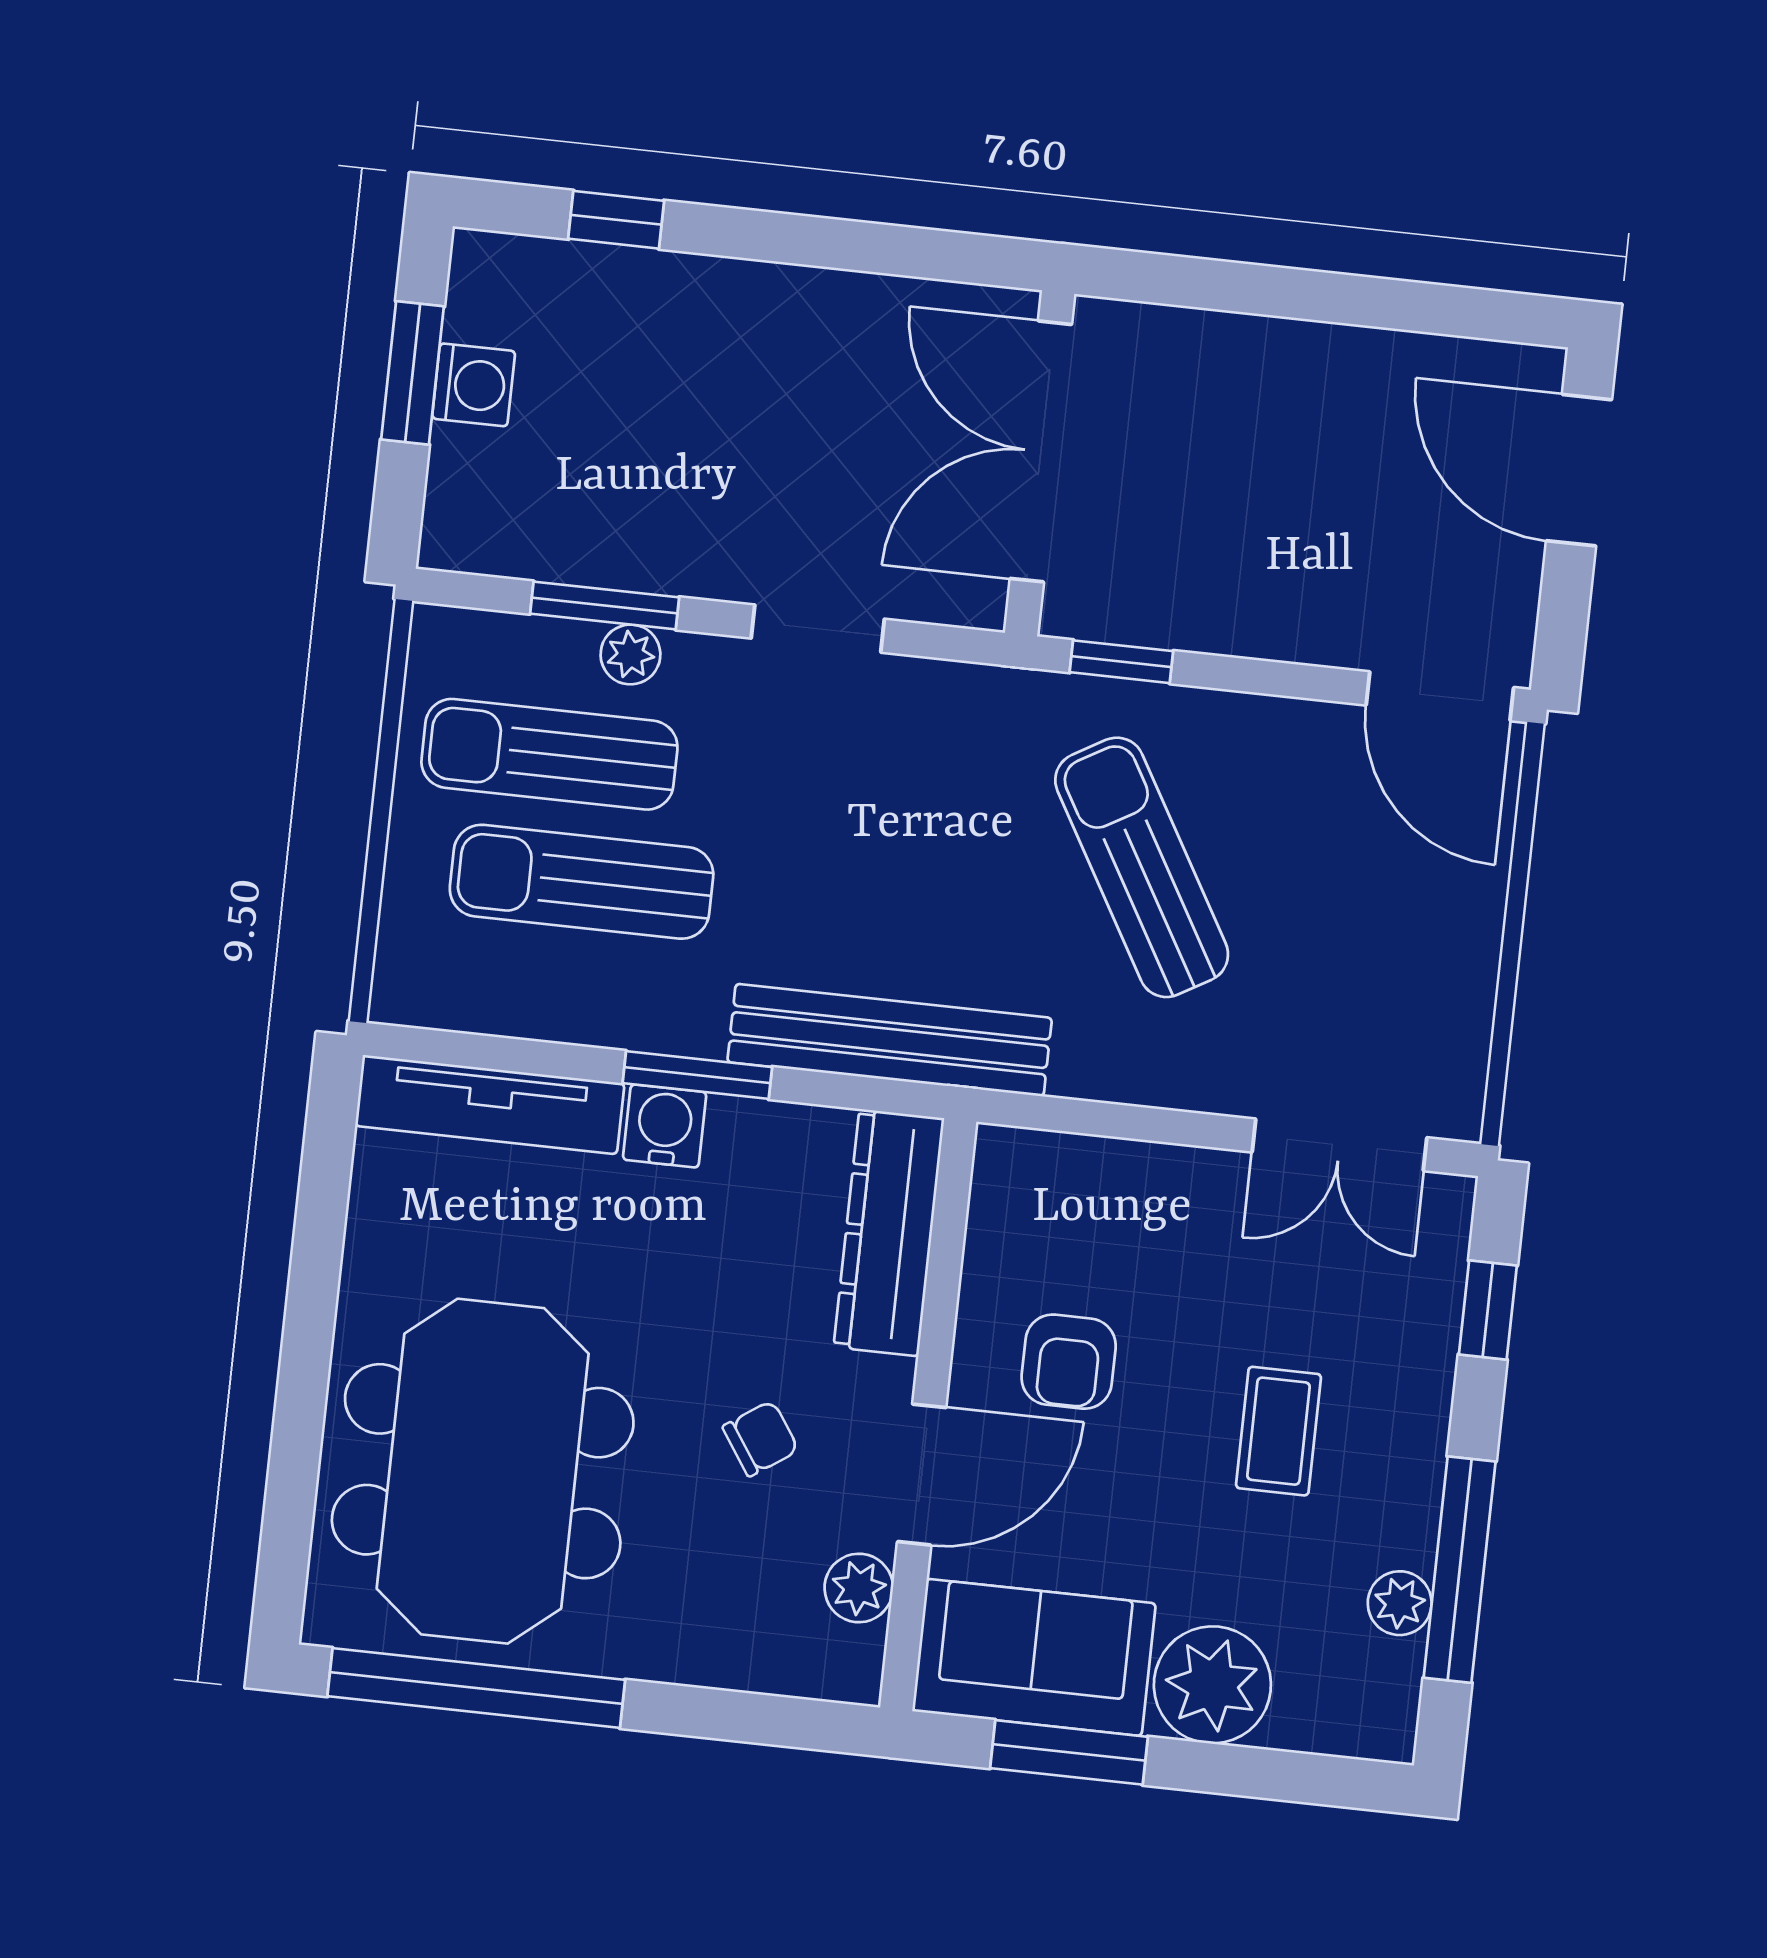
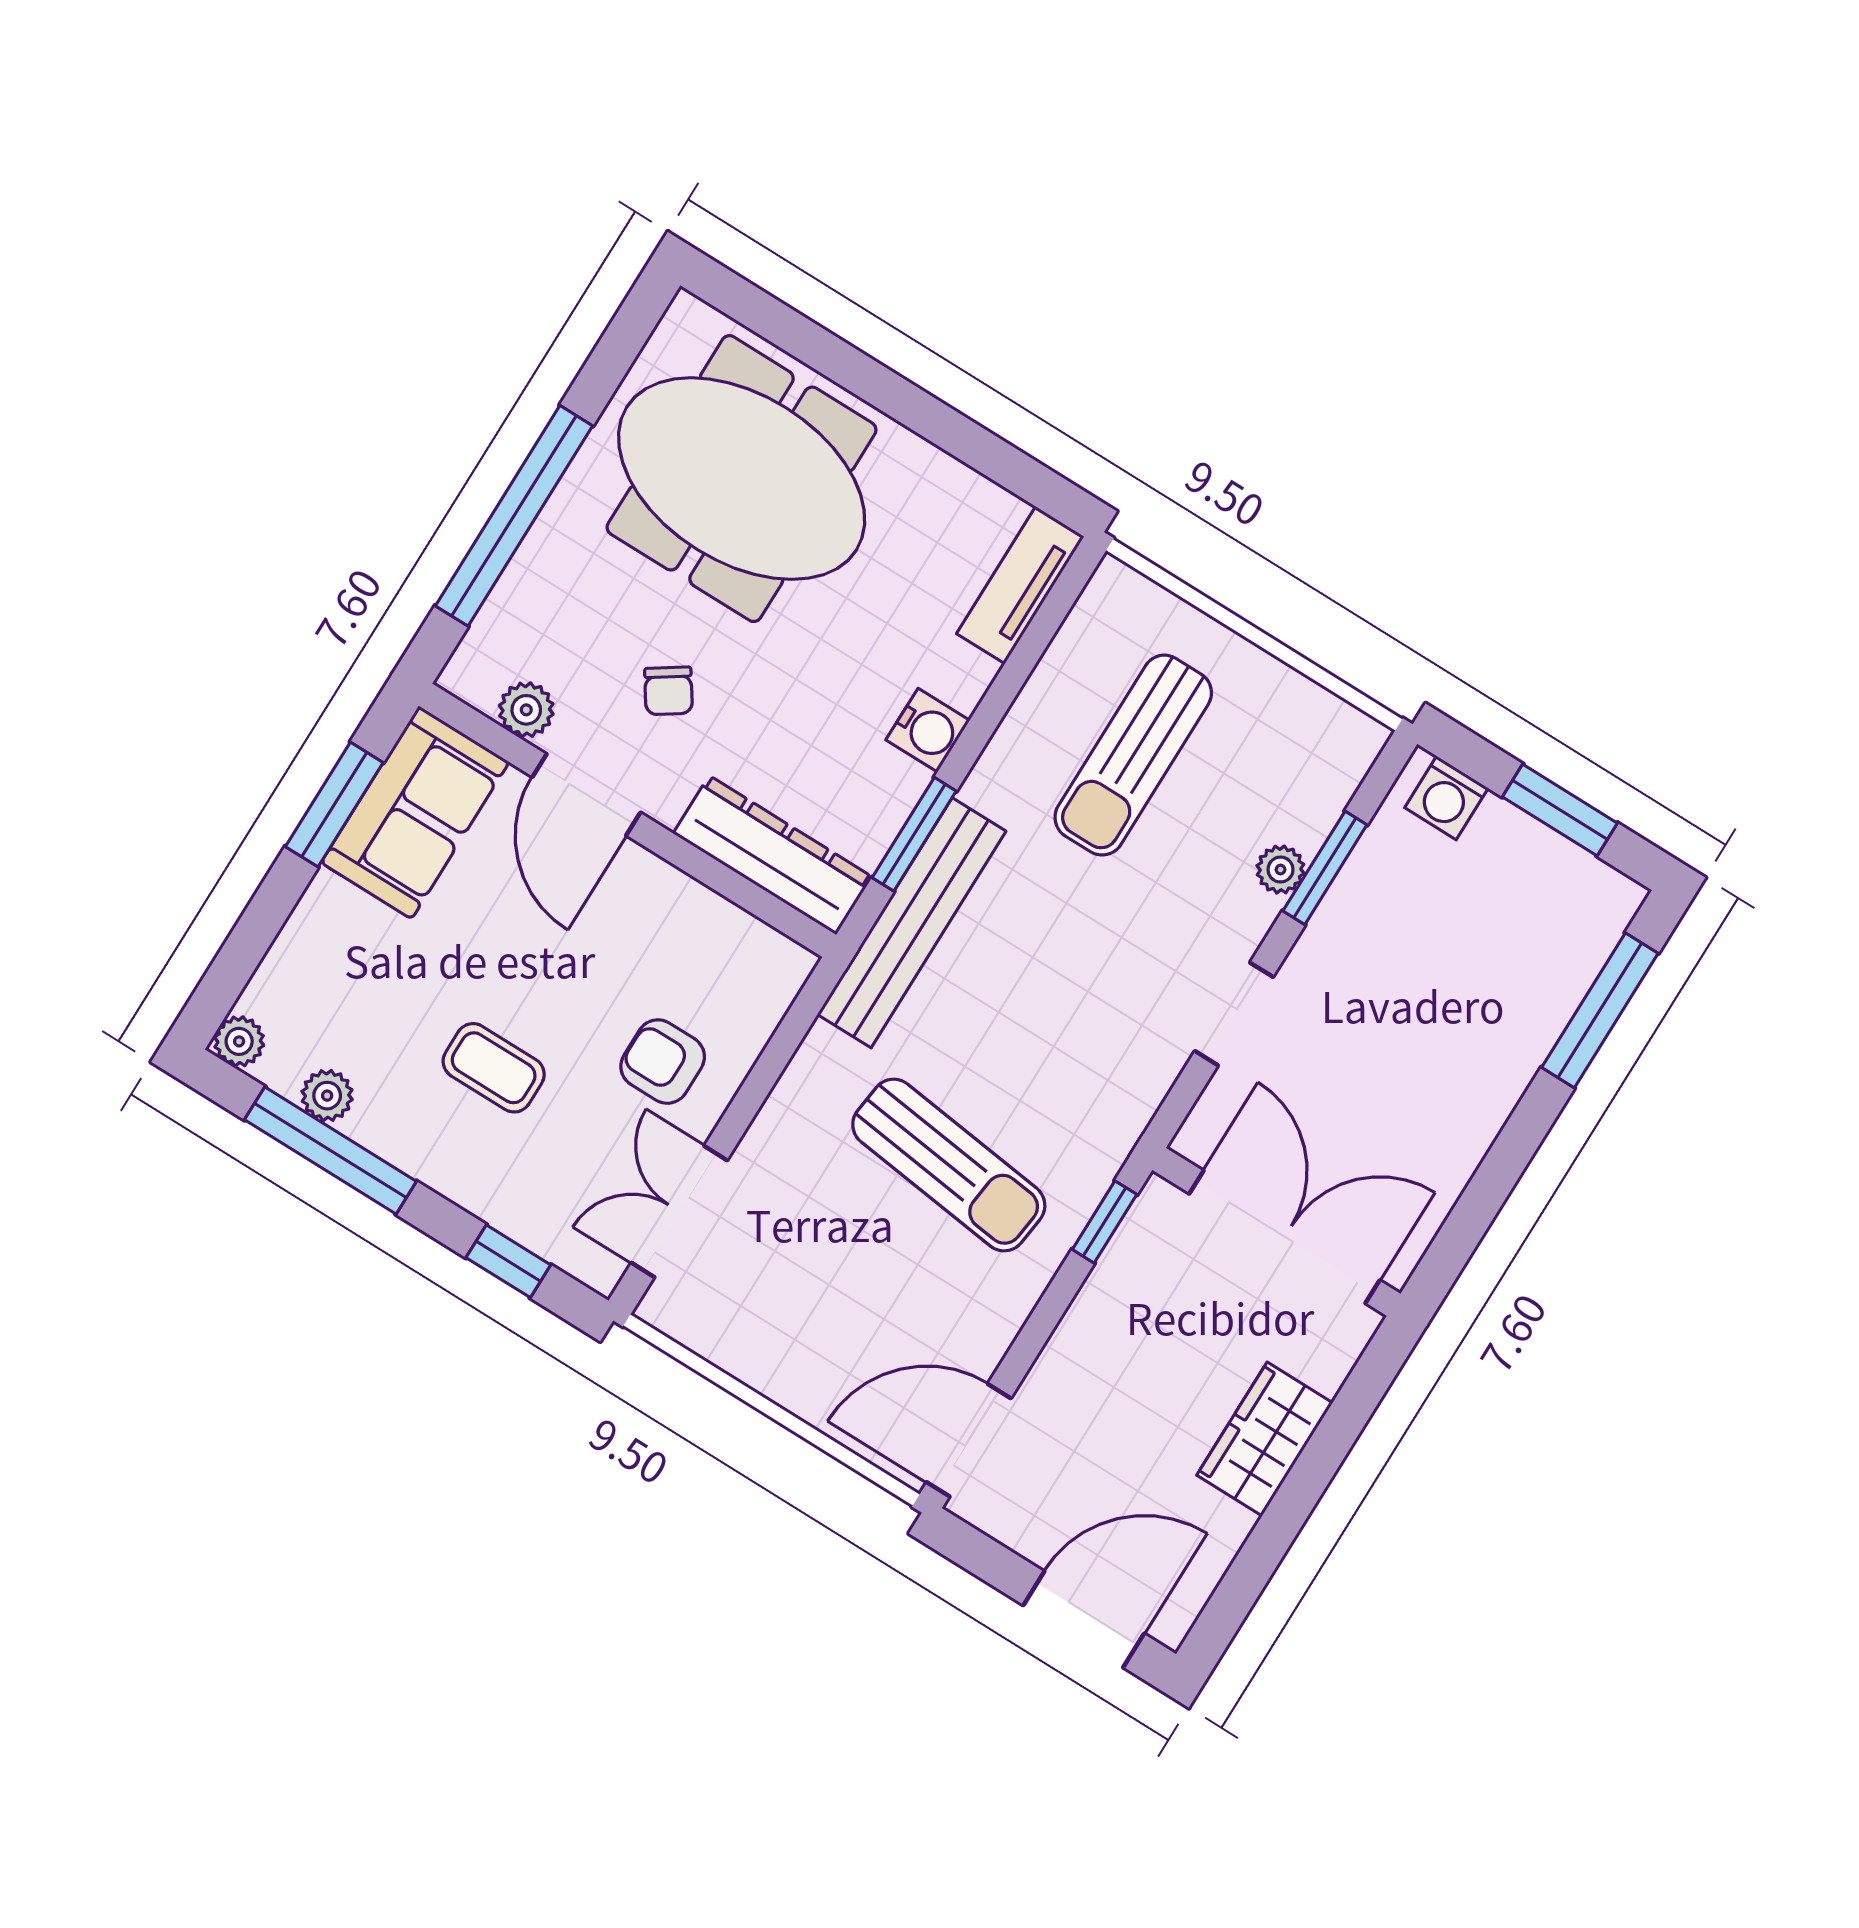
window: (616, 220) -> (1600, 1010), width x2.17
wardrobe: (1279, 364) -> (1265, 1439), added
washing machine: (474, 385) -> (1446, 798), moved
sun lounger: (549, 754) -> (1237, 776), removed
sun lounger: (1142, 867) -> (949, 1165), turned 37
sun lounger: (582, 882) -> (1133, 755), turned 180
window: (697, 1075) -> (914, 834), moved
tv unit: (490, 1105) -> (1020, 585), width x0.71
armchair: (1069, 1362) -> (663, 1062), moved
plant: (1212, 1685) -> (239, 1041), moved, width x0.53, depth x0.53
window: (476, 1688) -> (514, 516), moved

